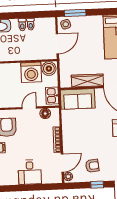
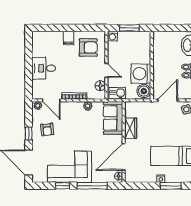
door: (57, 44) -> (168, 100), swing flipped
wardrobe: (87, 80) -> (131, 128), width x0.67
plant: (66, 125) -> (88, 106), added

